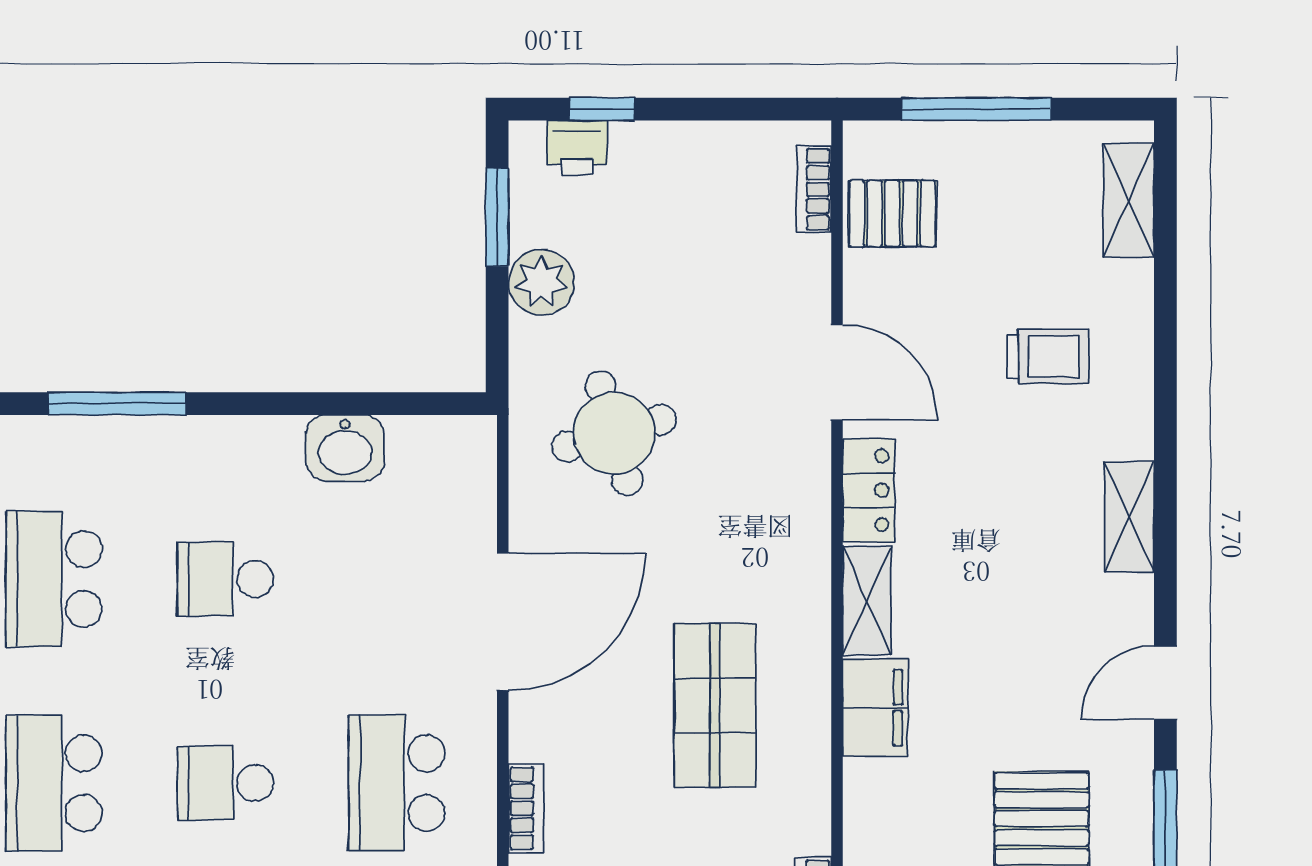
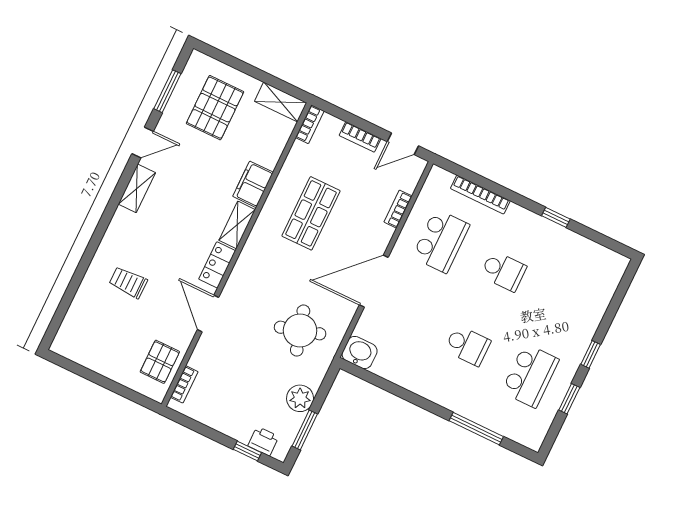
window: (976, 109) -> (111, 385), removed
shelving: (1129, 200) -> (71, 325), removed
pallet: (892, 214) -> (160, 362), turned 90
washbasin: (345, 448) -> (360, 353), moved
shelving: (1129, 517) -> (137, 188), moved
school desk: (54, 783) -> (566, 301), removed

